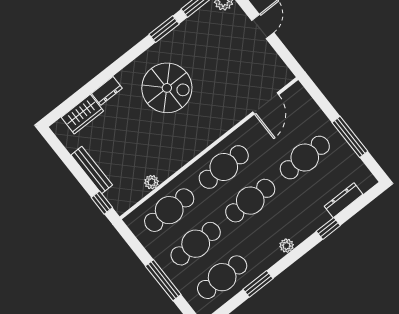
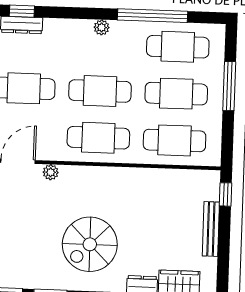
spiral stairs: (167, 88) -> (90, 244), turned -90
plant: (151, 182) -> (51, 172), moved
window: (328, 228) -> (22, 11), moved
window: (258, 284) -> (153, 16), width x2.11

